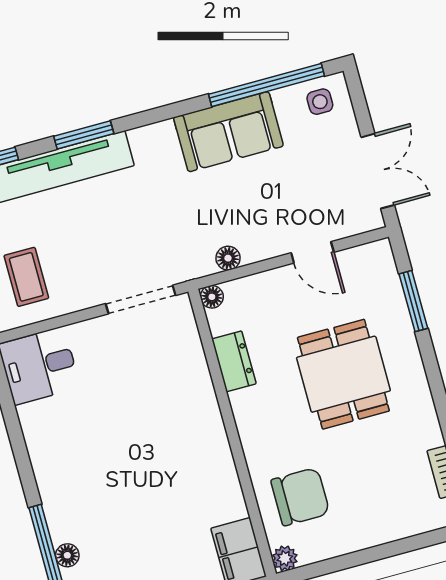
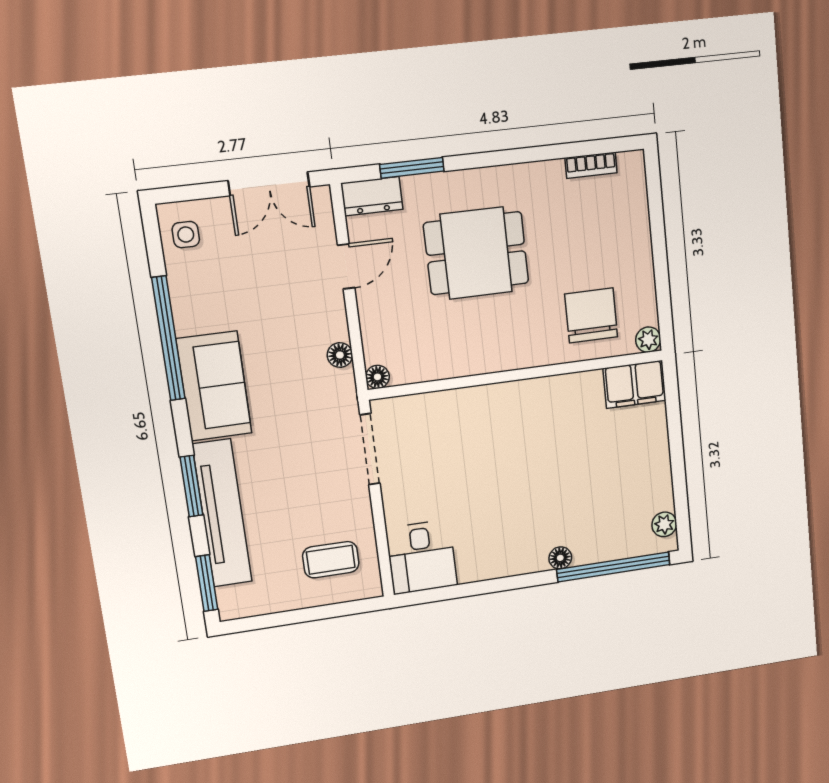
window: (266, 85) -> (168, 338), moved
sofa: (228, 132) -> (214, 386), moved
double door: (378, 171) -> (269, 184), swing flipped
dresser: (234, 361) -> (372, 196), moved, turned 180
floor lamp: (67, 555) -> (560, 558), moved

